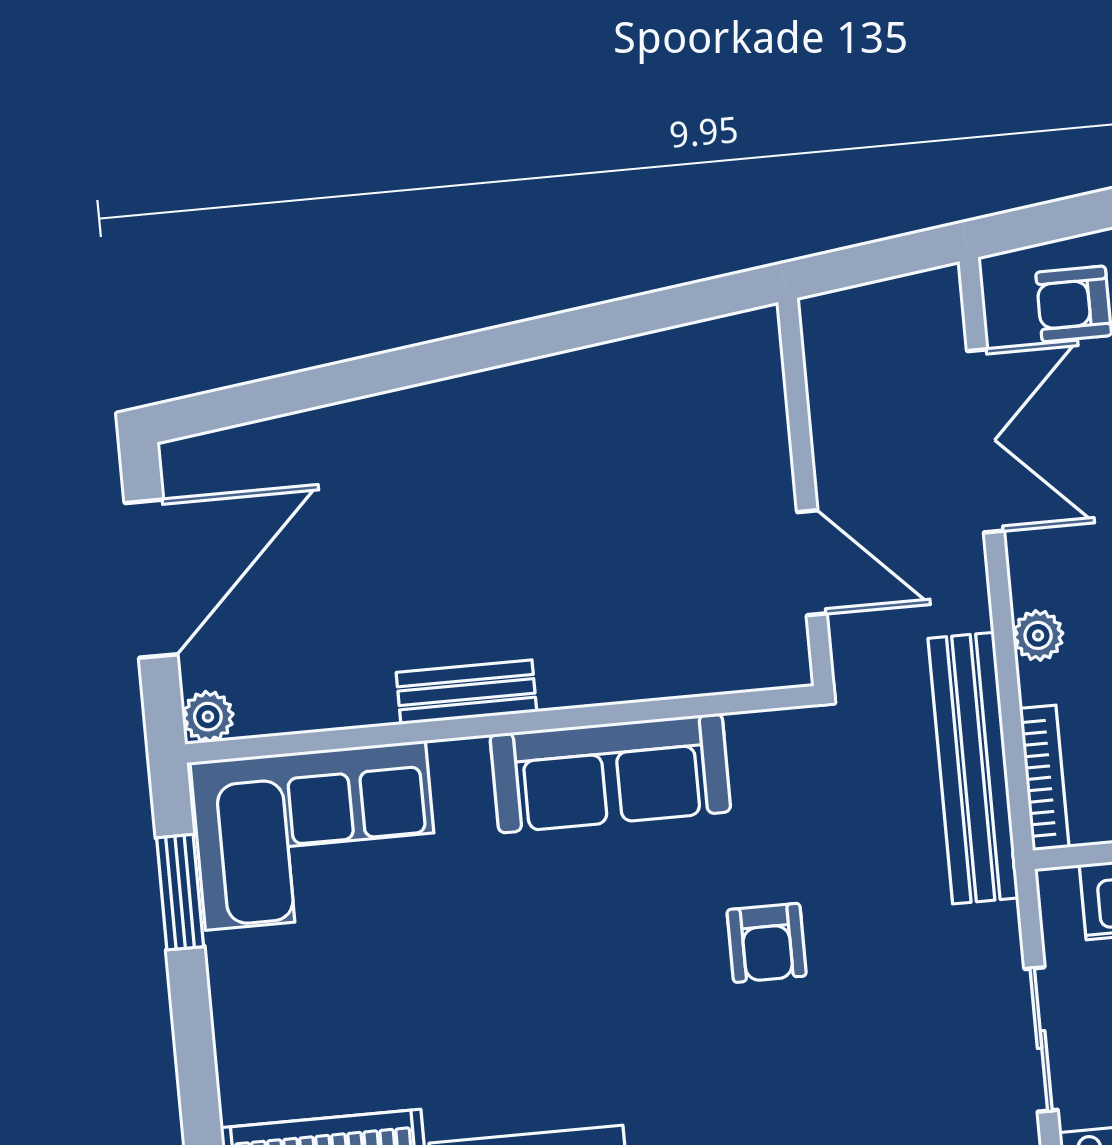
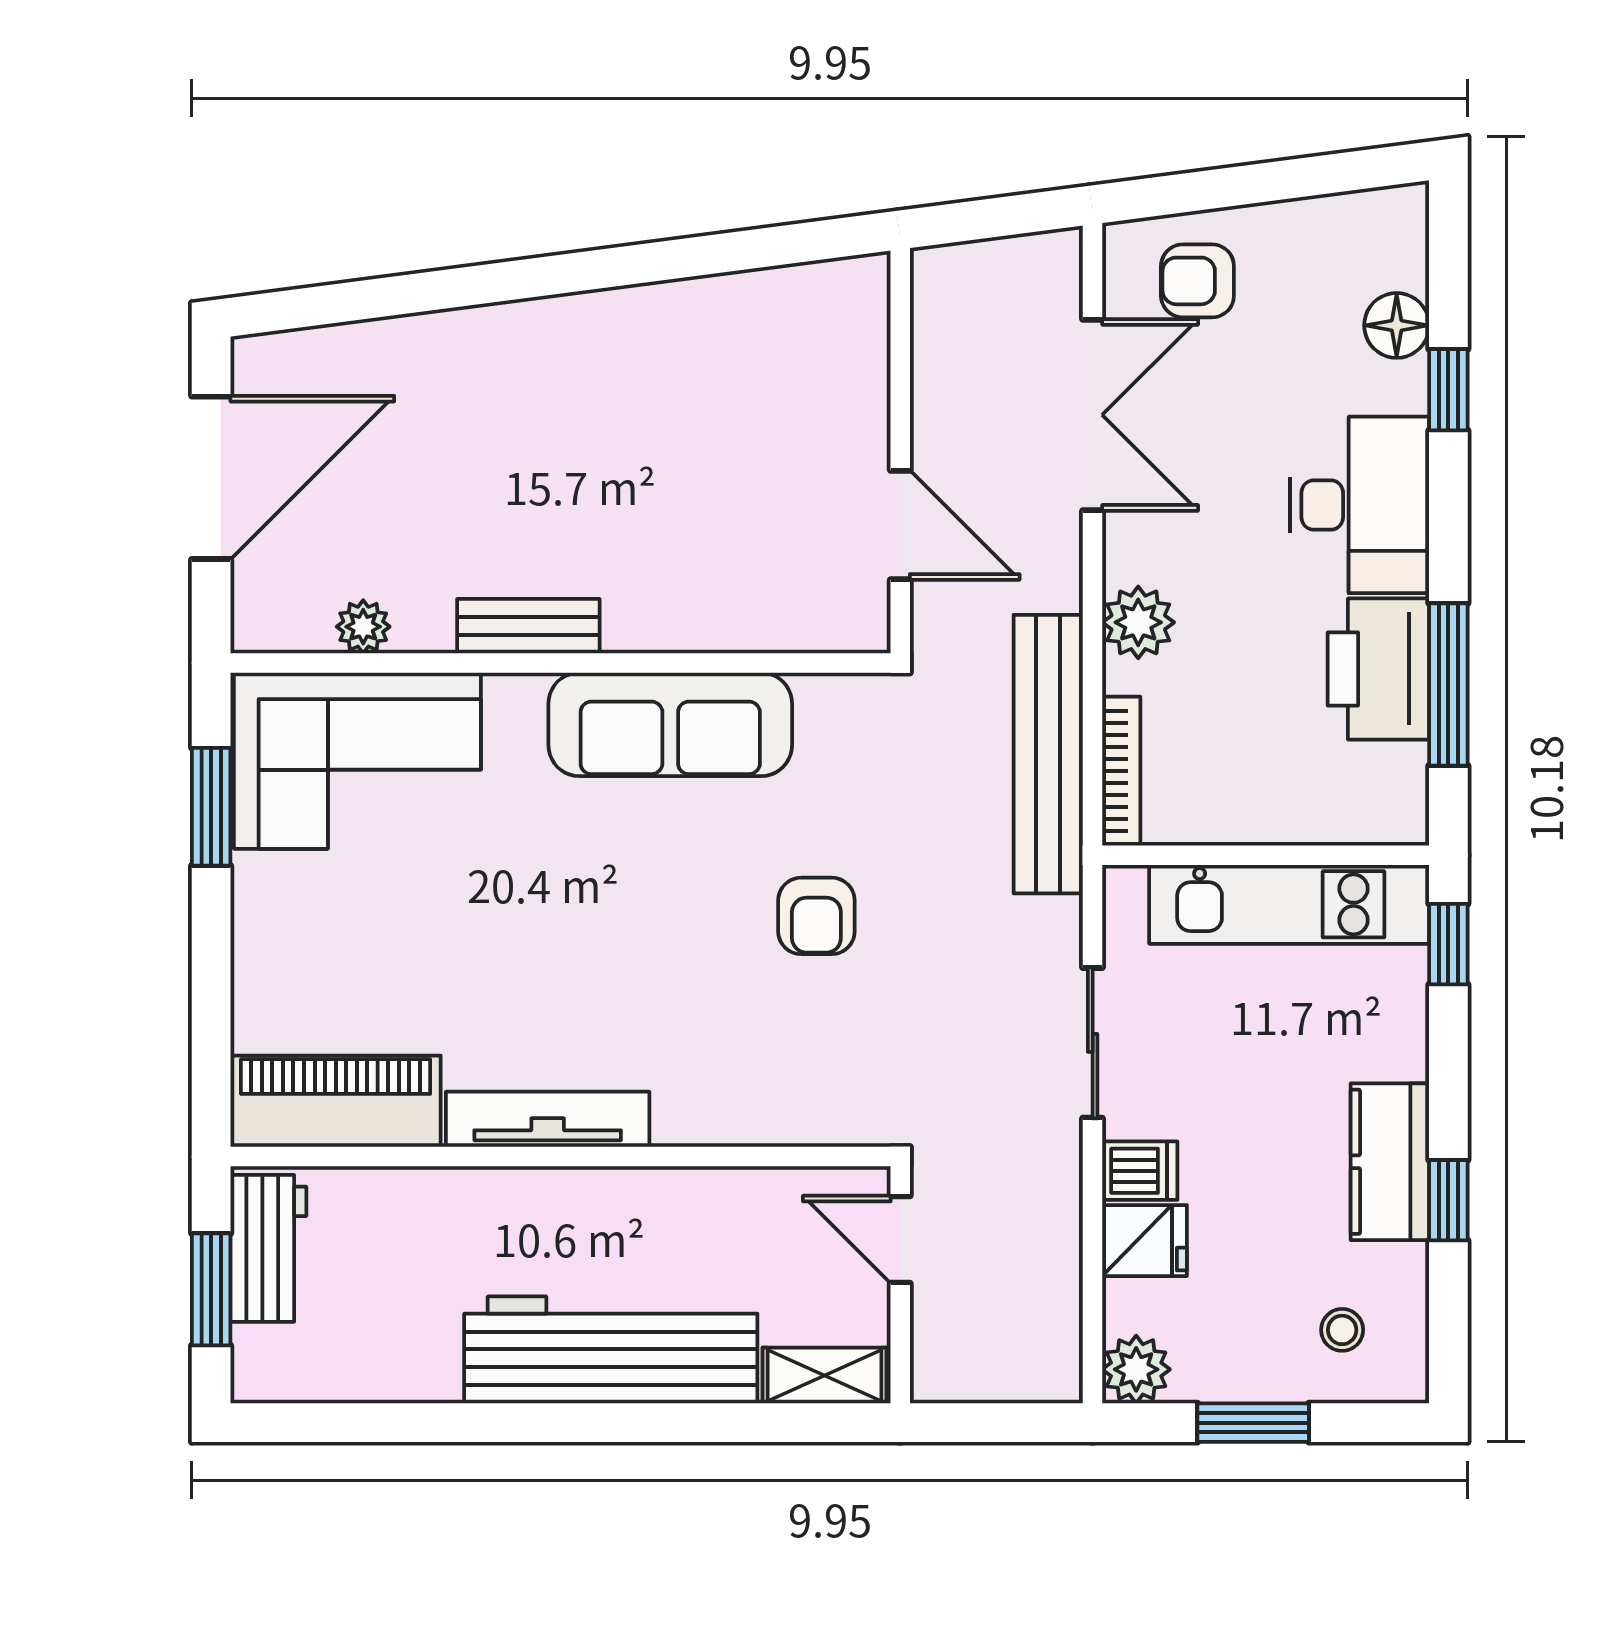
plant: (1038, 635) -> (1138, 622), width x1.38, depth x1.38
plant: (208, 717) -> (363, 627), moved

